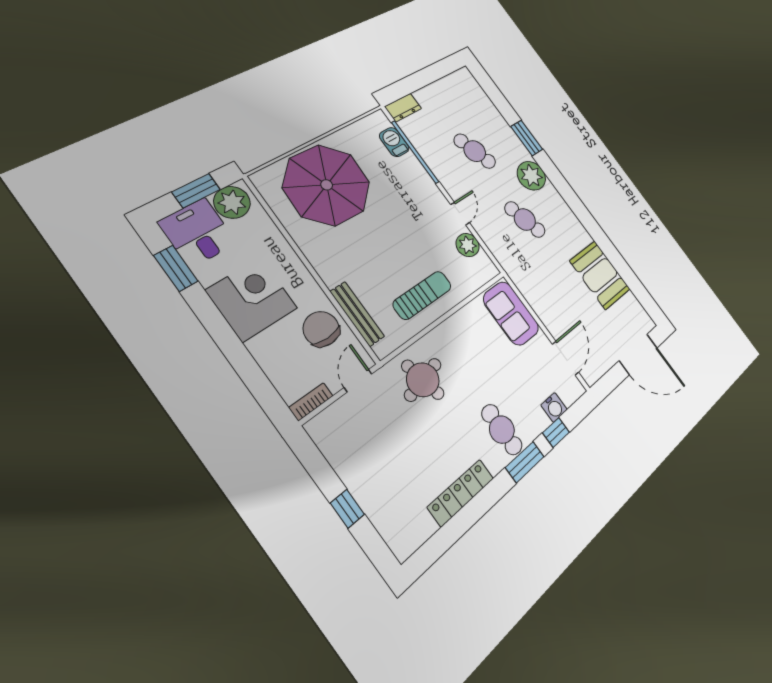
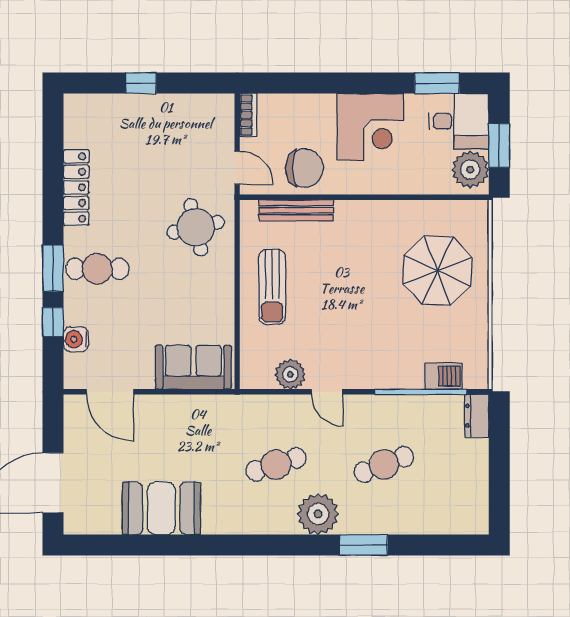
parasol: (327, 185) -> (438, 271), width x0.73, depth x0.73

